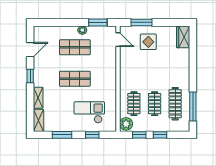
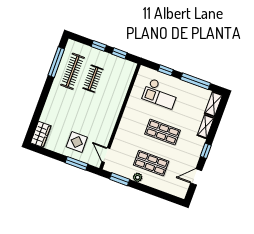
clothes rail: (134, 104) -> (113, 86), removed
plant: (126, 124) -> (128, 69), removed
window: (62, 135) -> (195, 81), width x1.44

